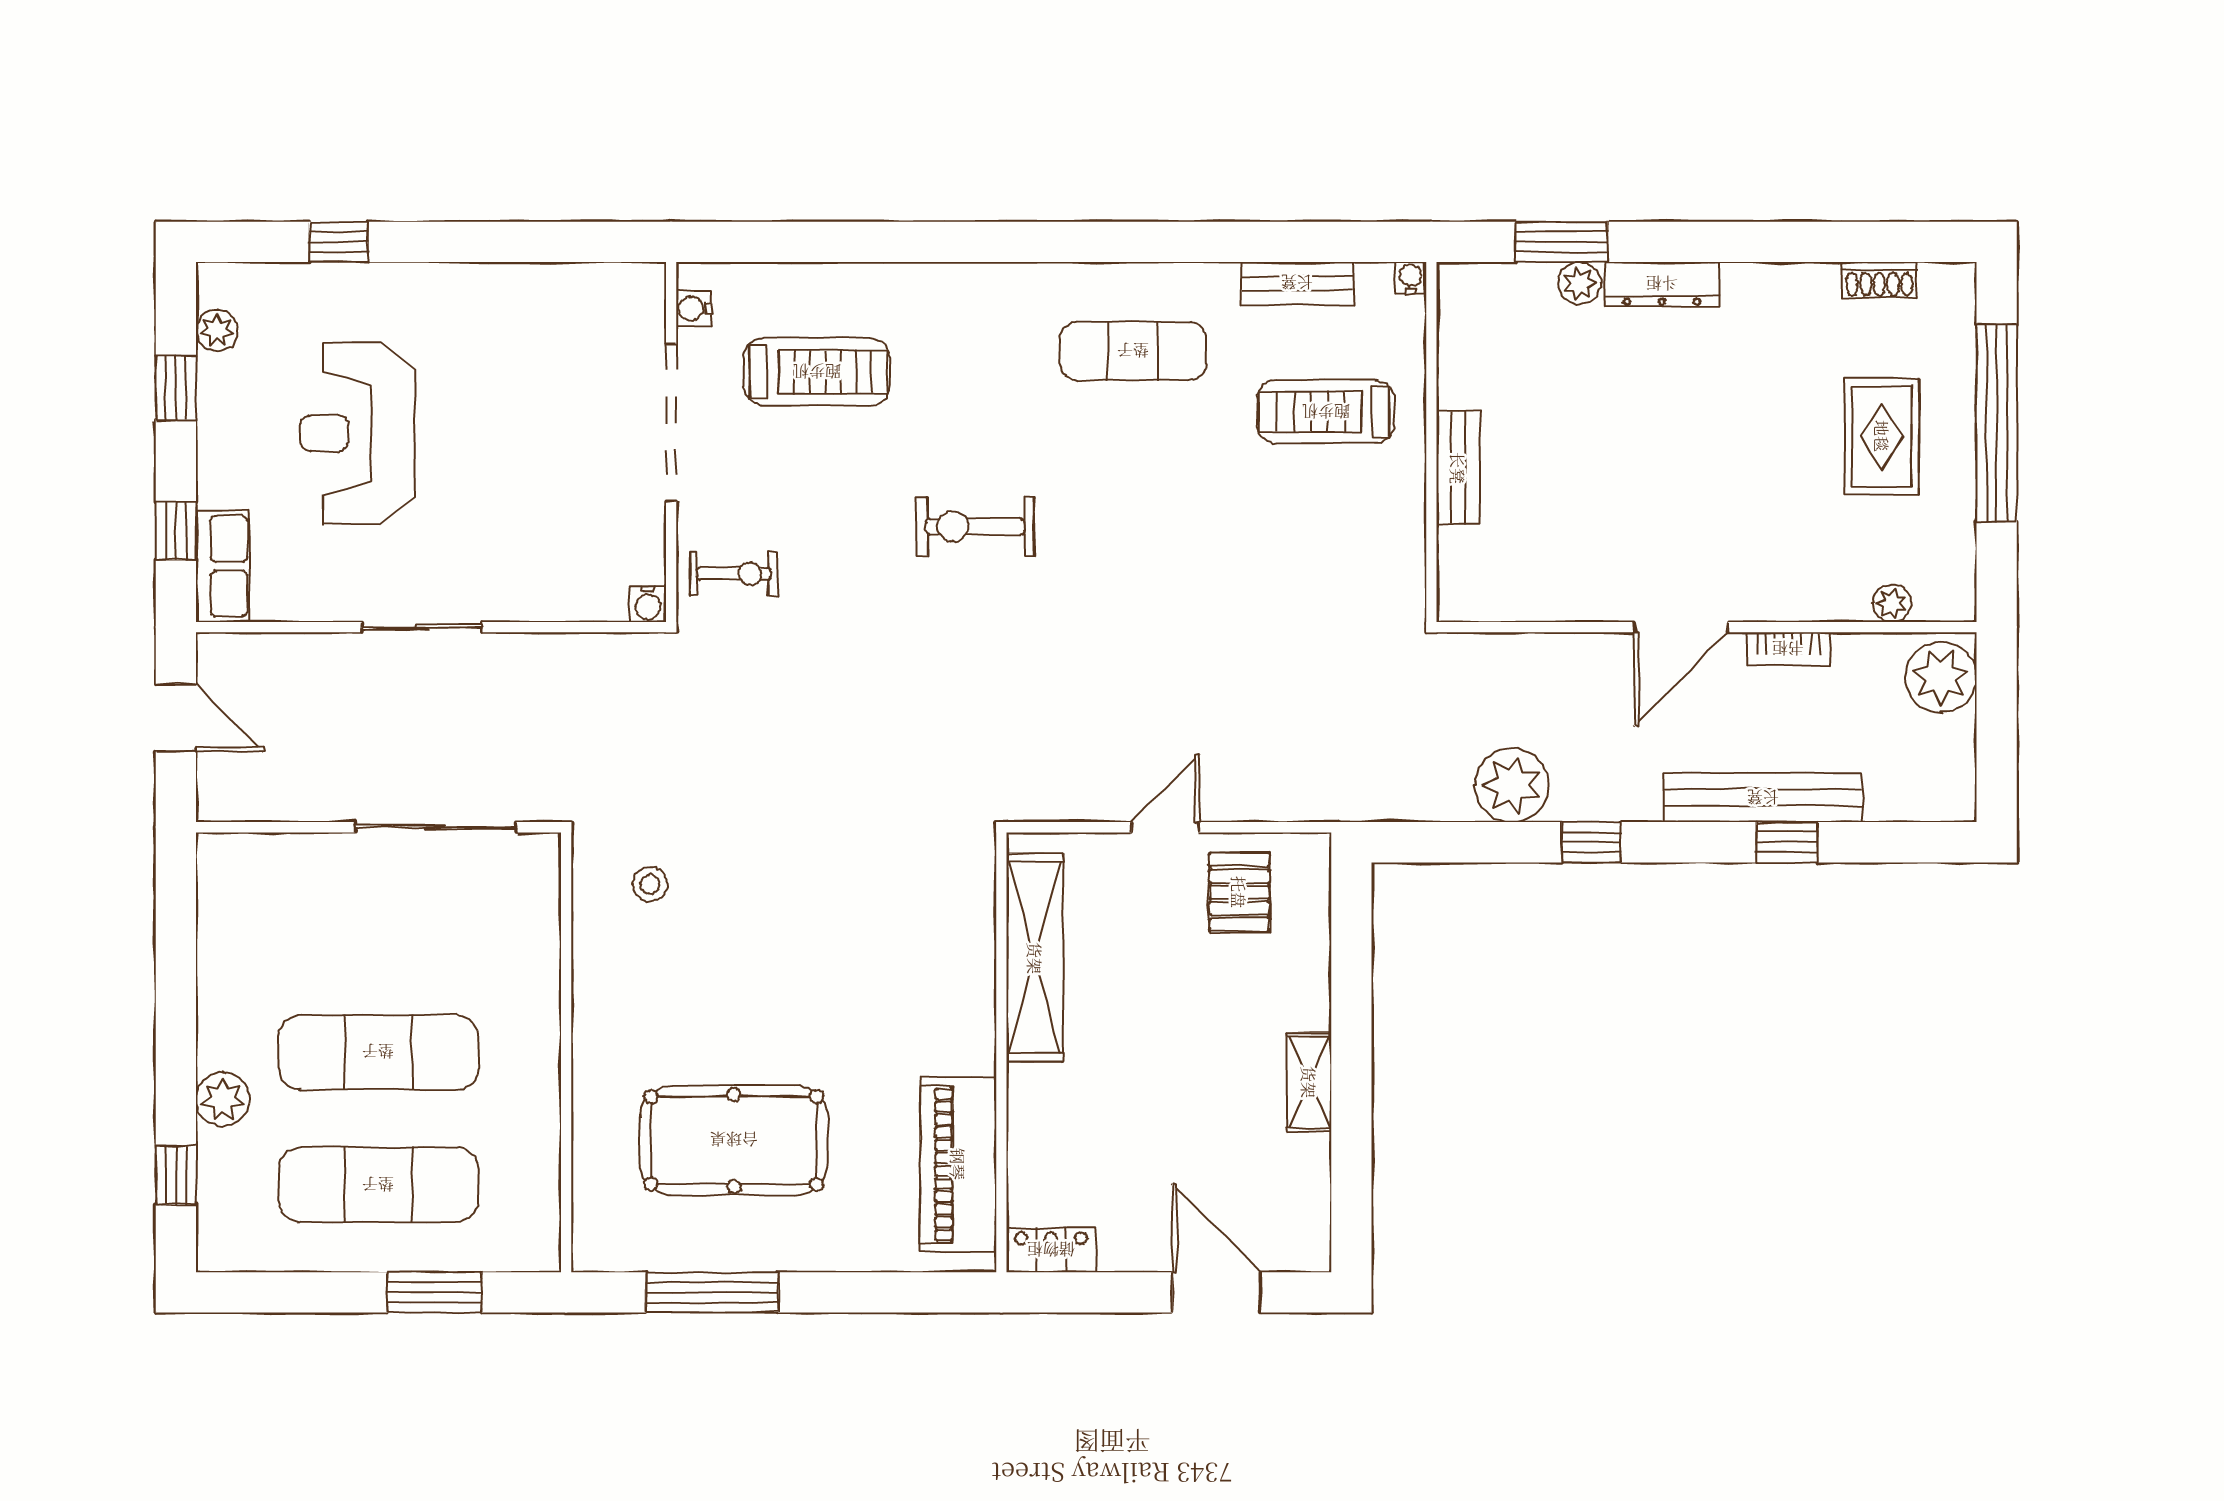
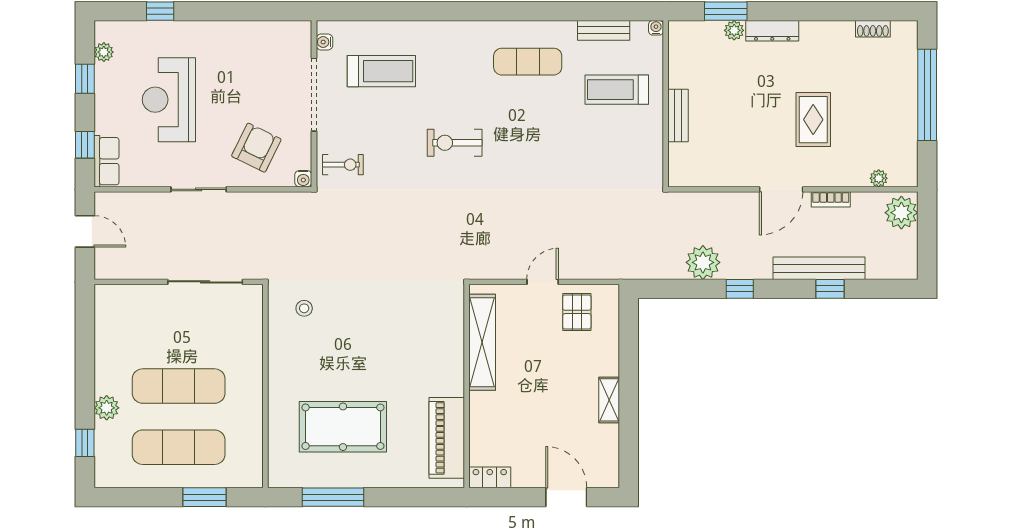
rug: (1882, 436) -> (813, 120), moved
armchair: (547, 537) -> (256, 148), added

